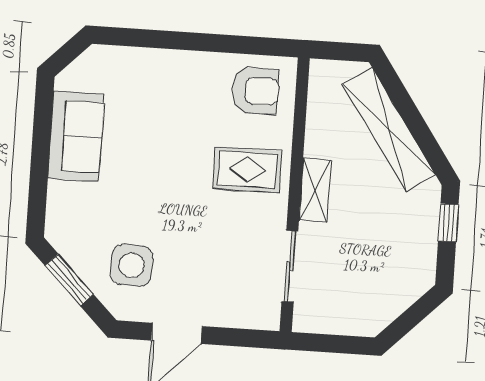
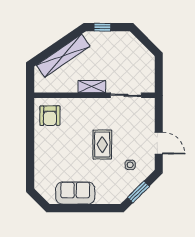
armchair: (255, 91) -> (50, 116), turned 180
rug: (247, 170) -> (102, 145), moved
side table: (132, 265) -> (130, 165), width x0.54, depth x0.54

